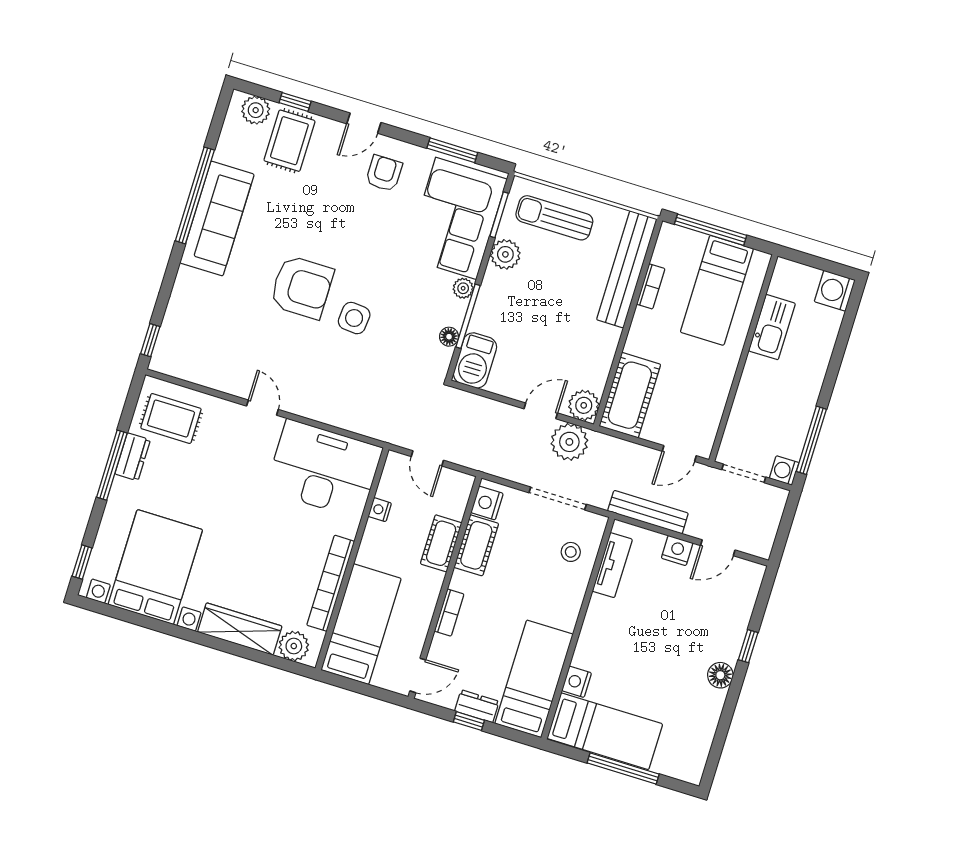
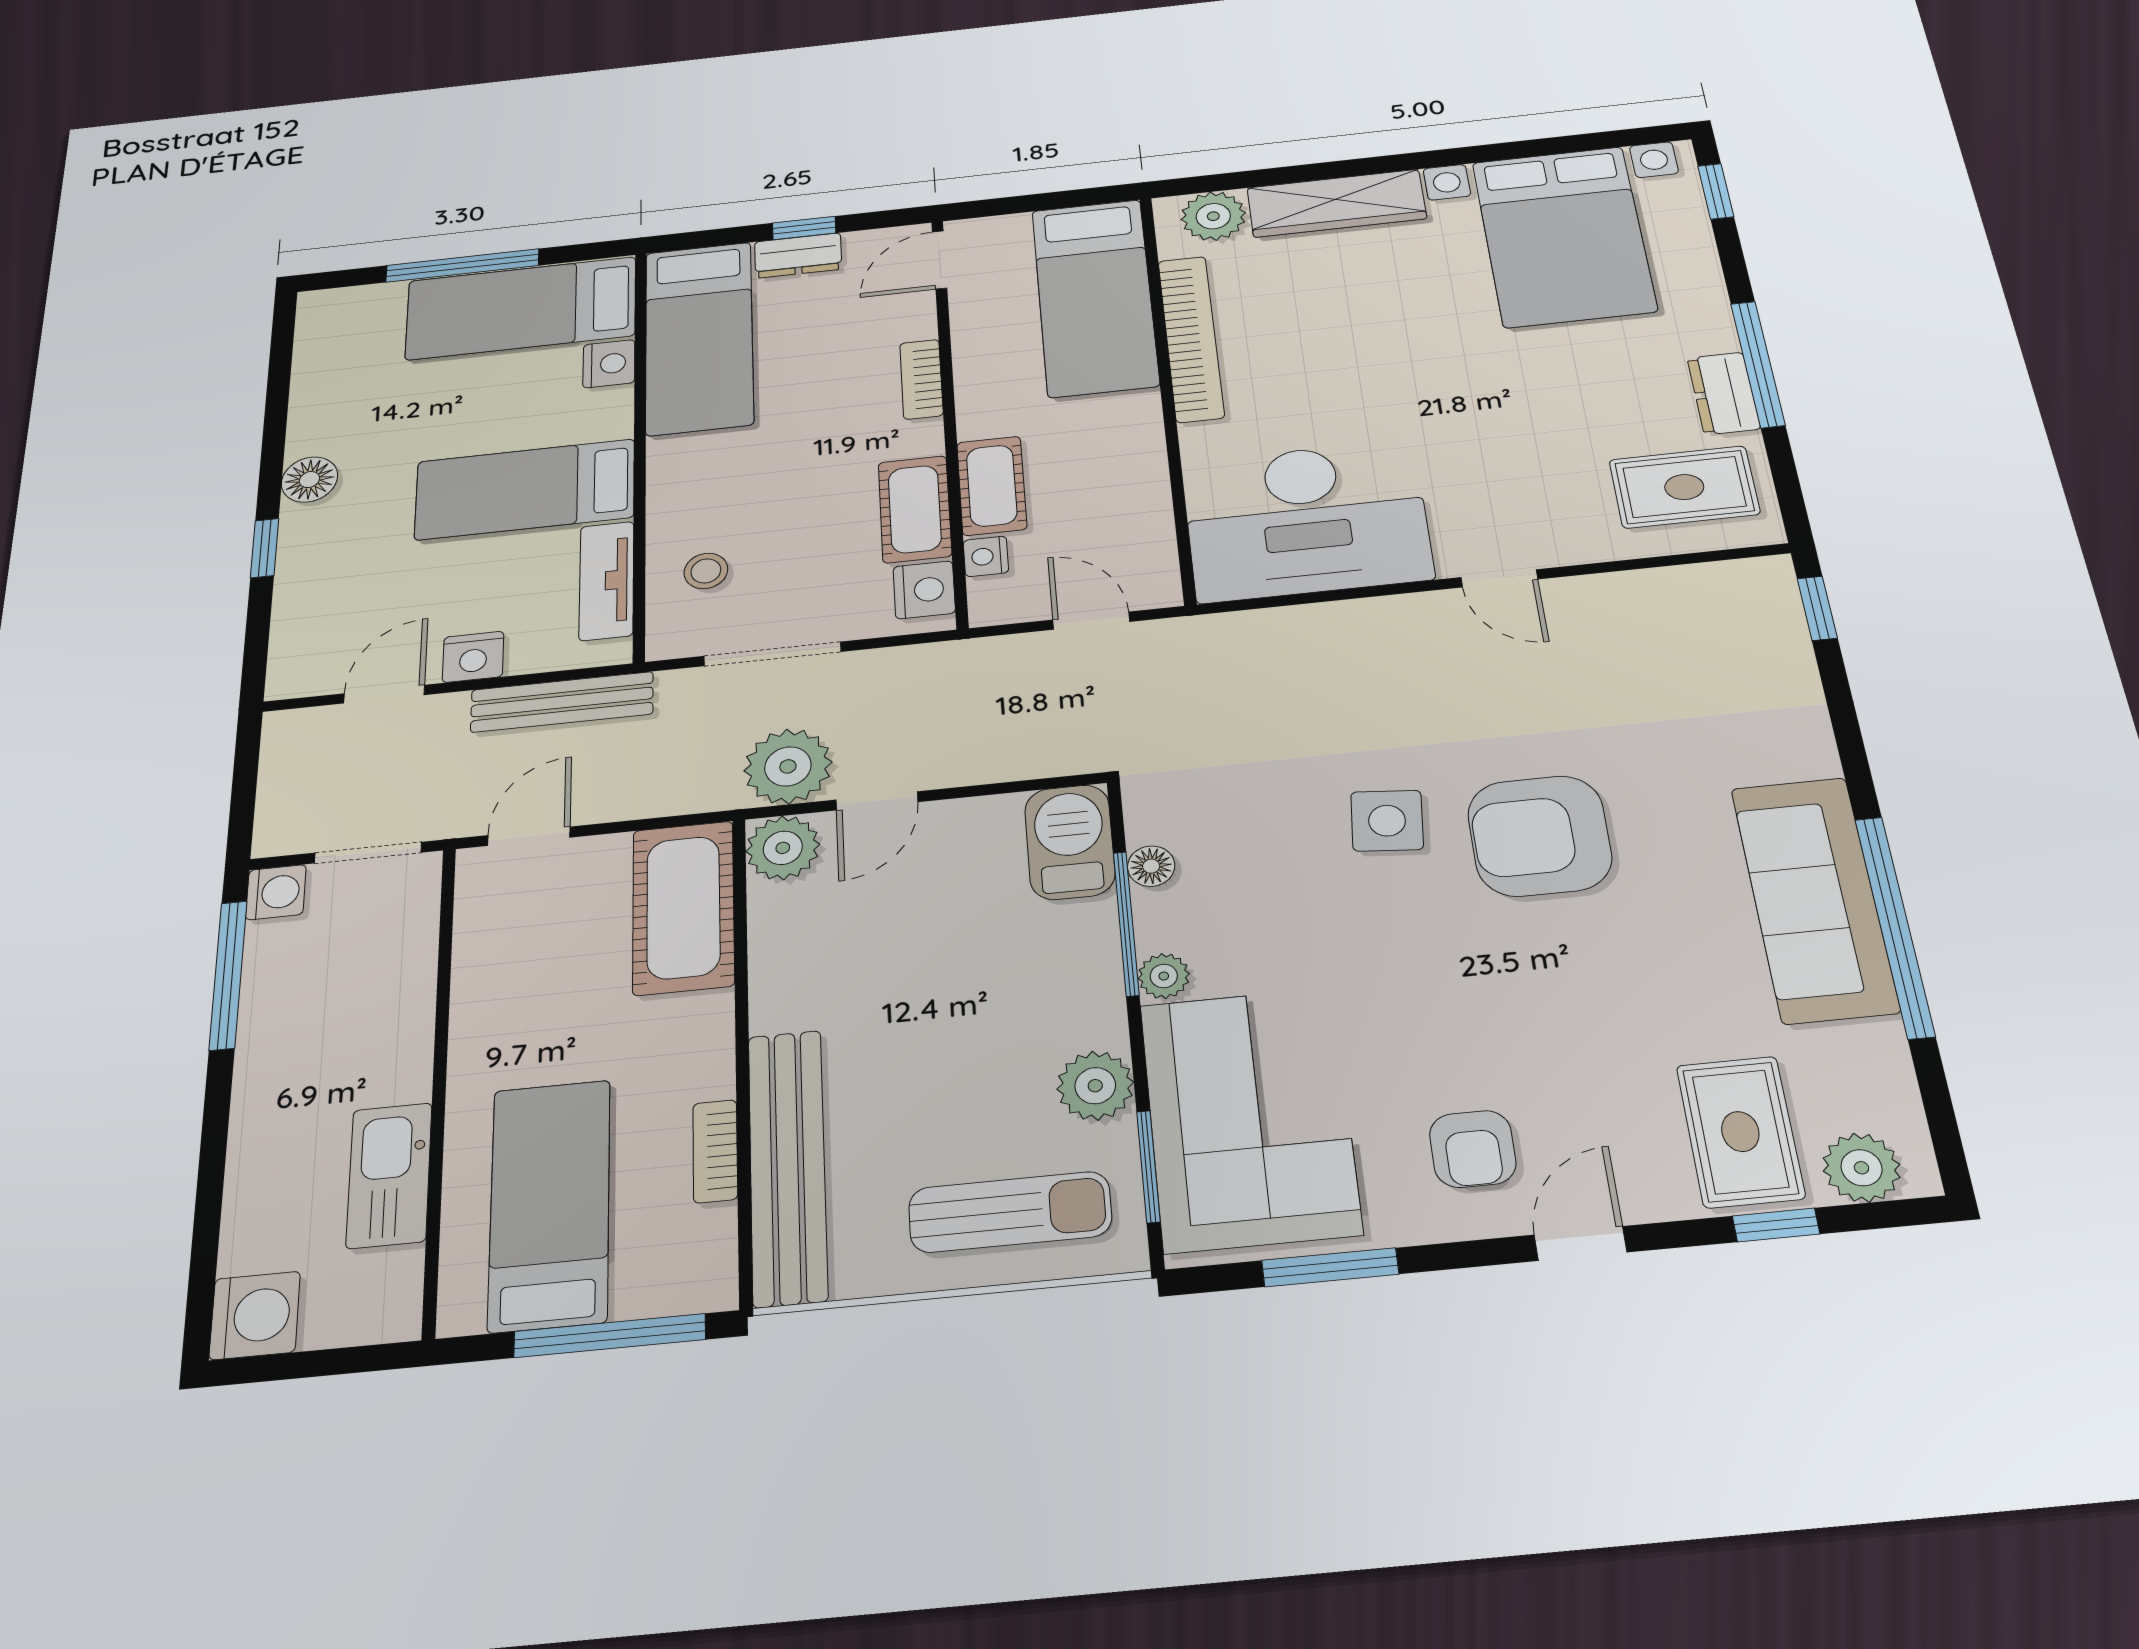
nightstand: (380, 510) -> (986, 556), moved, turned 180
bed: (632, 628) -> (525, 489), added

